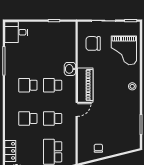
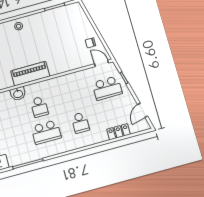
school desk: (28, 85) -> (46, 132), width x1.85
door: (77, 109) -> (101, 63), moved
school desk: (53, 118) -> (73, 97), removed

